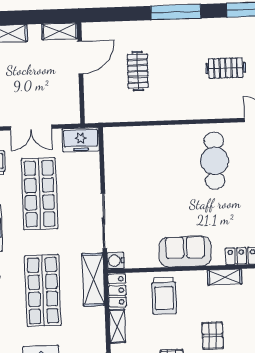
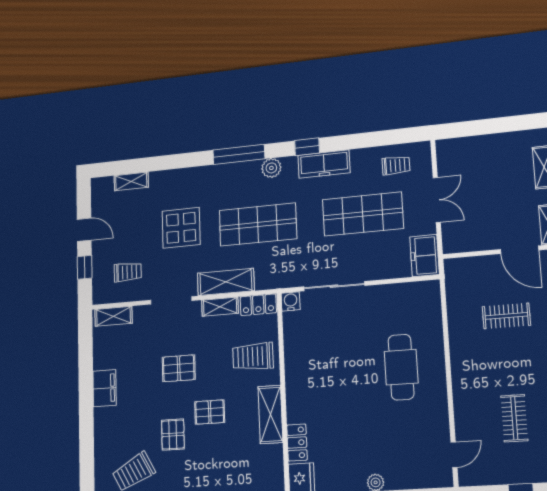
double door: (31, 127) -> (437, 200), swing flipped
cafe table: (215, 161) -> (401, 367), moved, turned 90
sofa: (185, 251) -> (301, 378), removed
shelving: (225, 277) -> (270, 414), width x1.50, depth x1.33
shelving: (93, 279) -> (226, 282), moved

